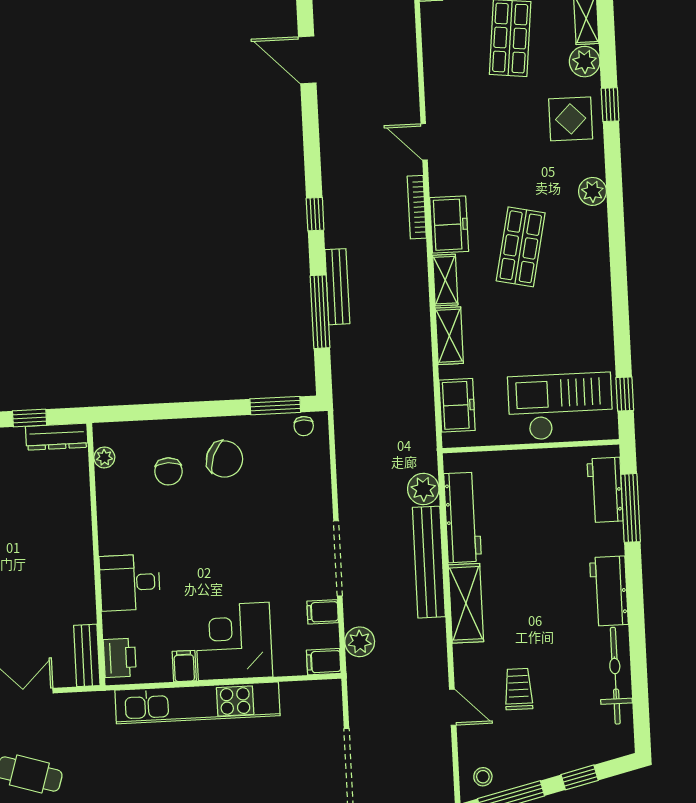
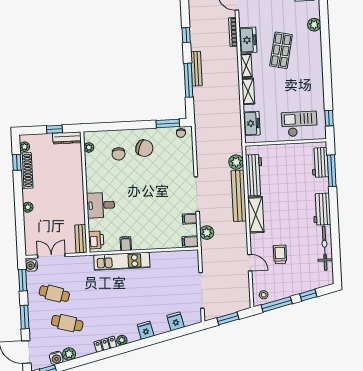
checkout: (560, 407) -> (299, 124), width x0.73, depth x0.83
corner desk: (234, 641) -> (149, 232), removed
kitchen unit: (197, 703) -> (122, 261), width x0.73

